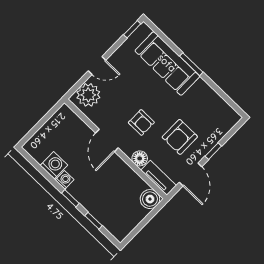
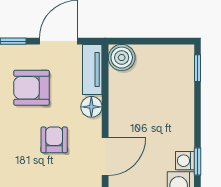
armchair: (180, 137) -> (31, 88), turned 180
window: (70, 198) -> (198, 161), moved
window: (93, 221) -> (198, 68), moved

